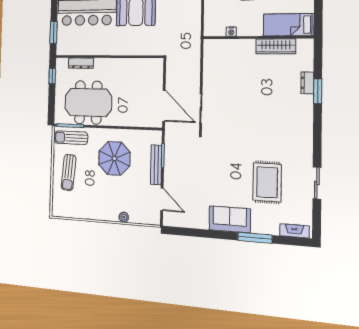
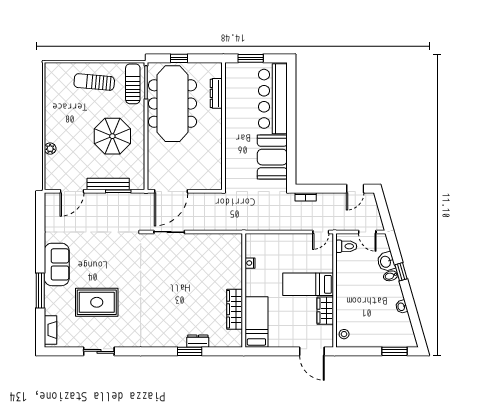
window: (52, 76) -> (179, 58), moved
meeting table: (88, 102) -> (172, 104), width x1.36

